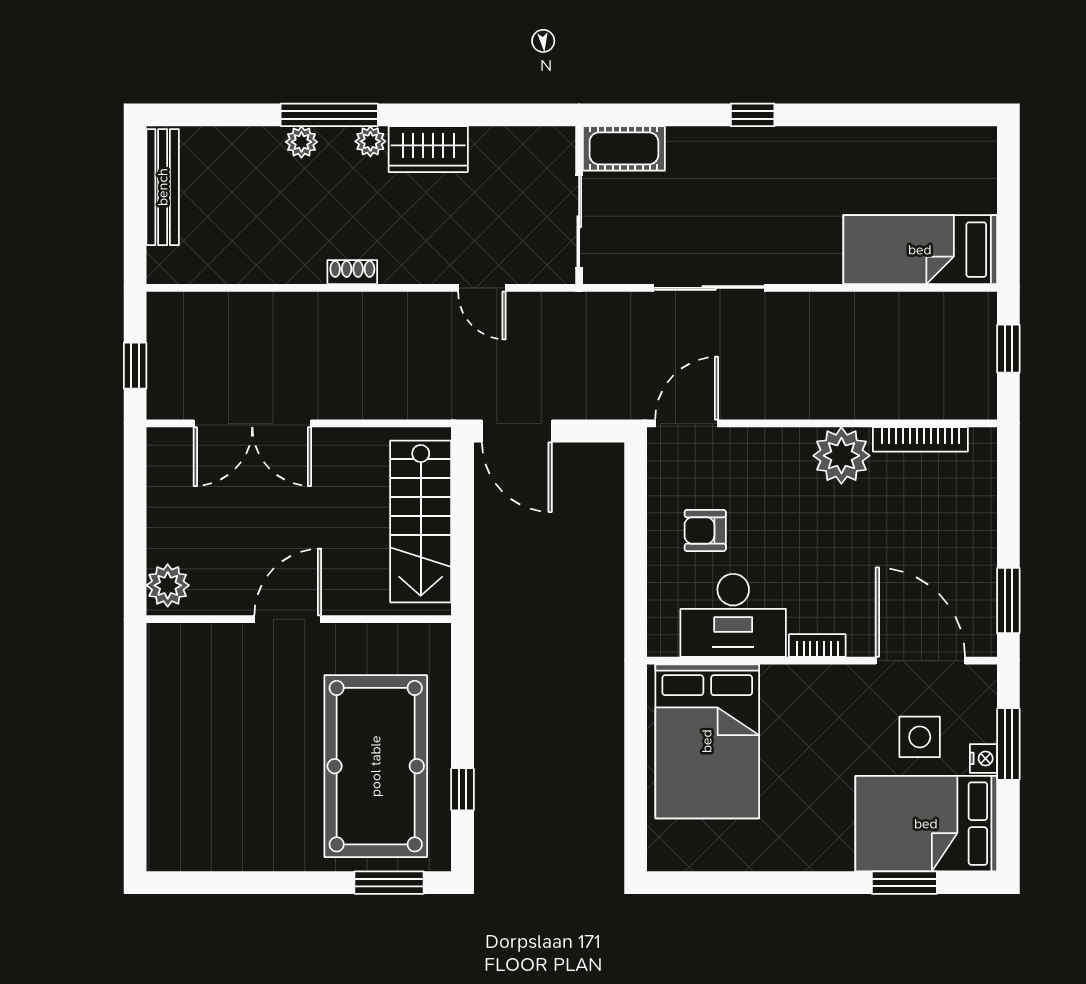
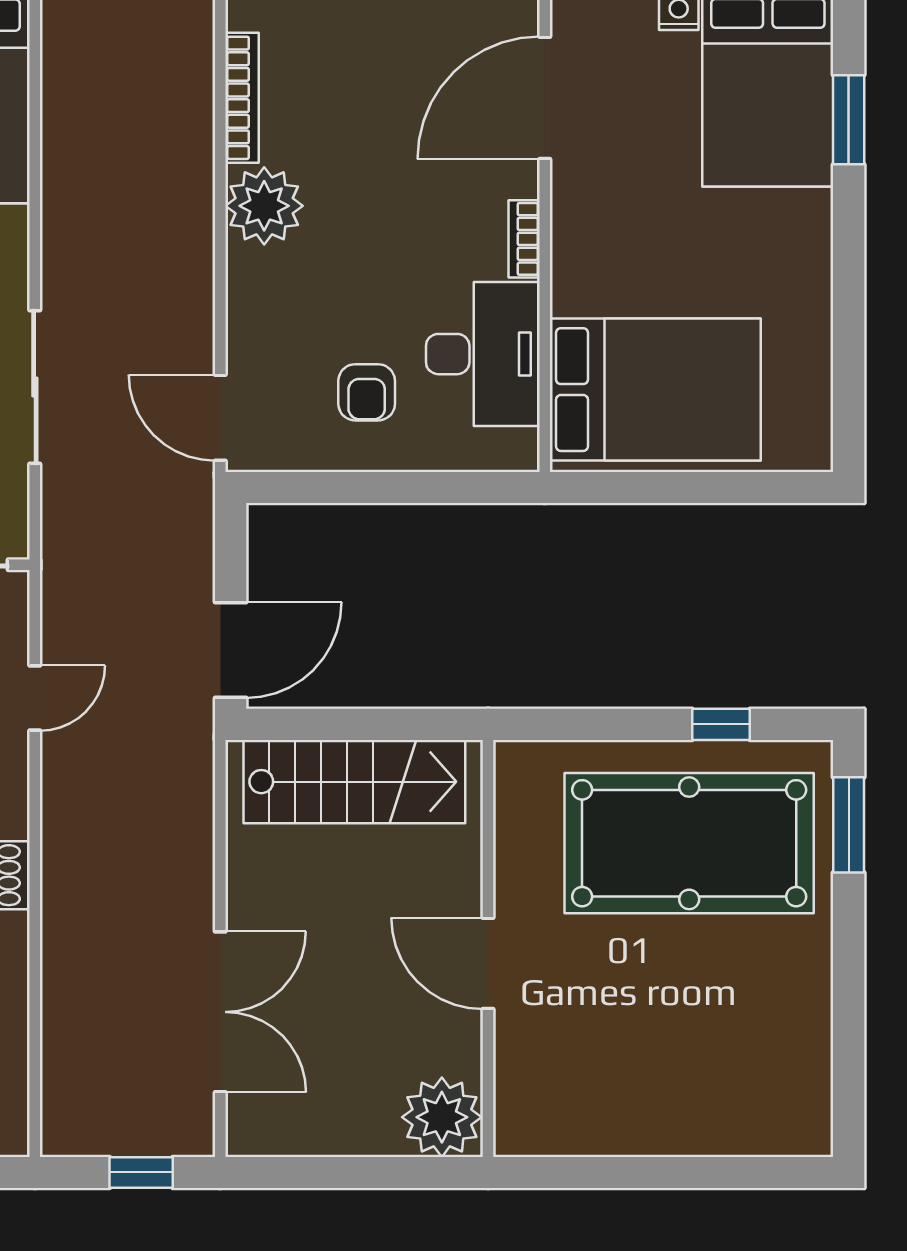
plant: (168, 585) -> (442, 1117), width x1.36, depth x1.36
side table: (920, 737) -> (649, 99), removed

